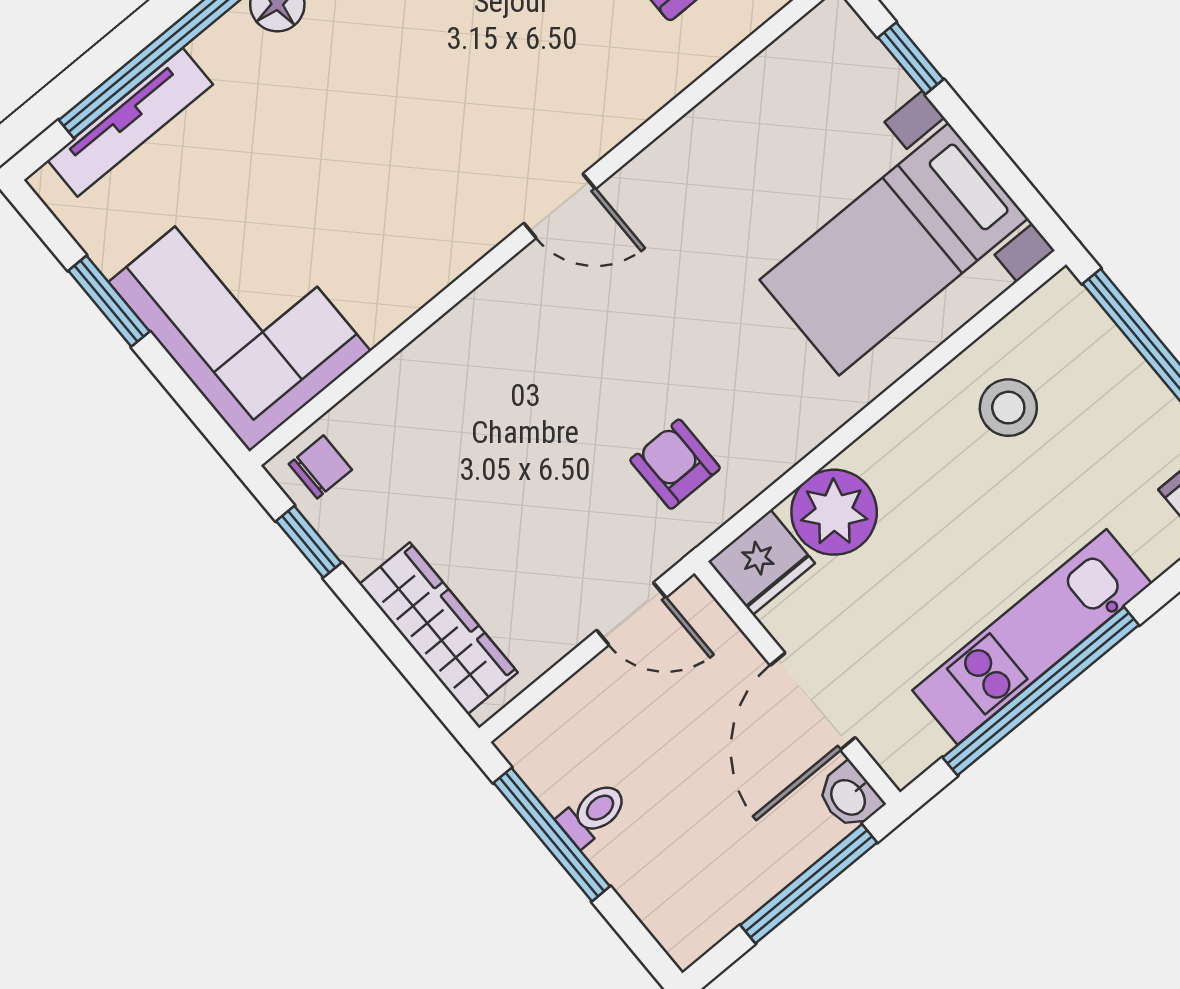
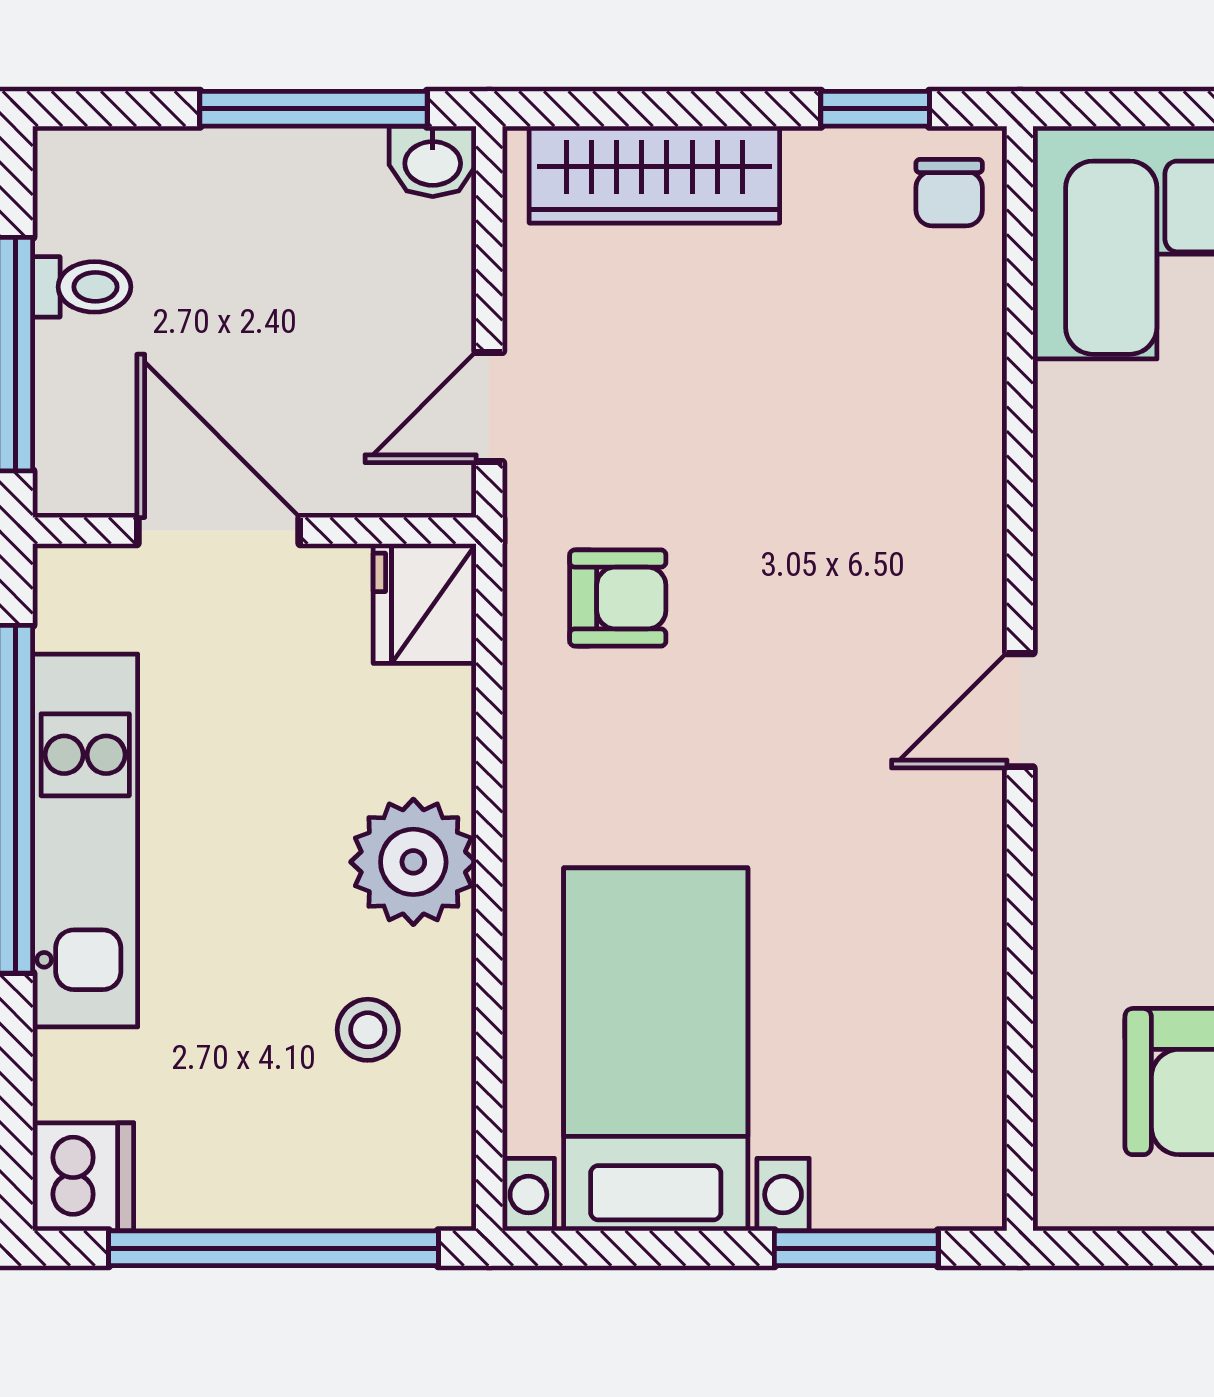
window: (911, 58) -> (856, 1248), width x1.50
stool: (1008, 408) -> (368, 1030), width x0.73, depth x0.73
plant: (834, 512) -> (413, 862), moved
washbasin: (849, 797) -> (433, 161), moved, turned 180
toilet: (593, 814) -> (82, 287), moved, turned -90

